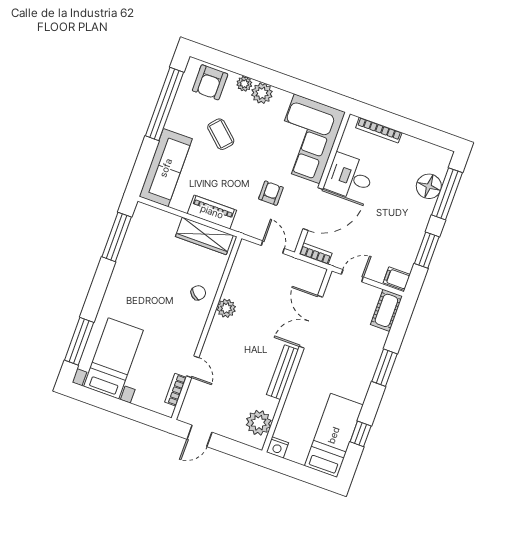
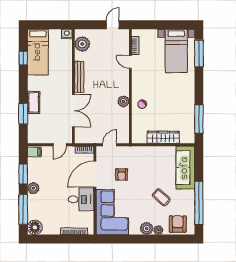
floor lamp: (429, 186) -> (35, 227), moved
piano: (212, 212) -> (151, 152), removed
plant: (419, 222) -> (33, 188), added
wardrobe: (204, 236) -> (163, 137), moved
door: (273, 247) -> (110, 145), swing flipped
cot: (386, 310) -> (34, 102), moved
window: (384, 368) -> (23, 114), moved

